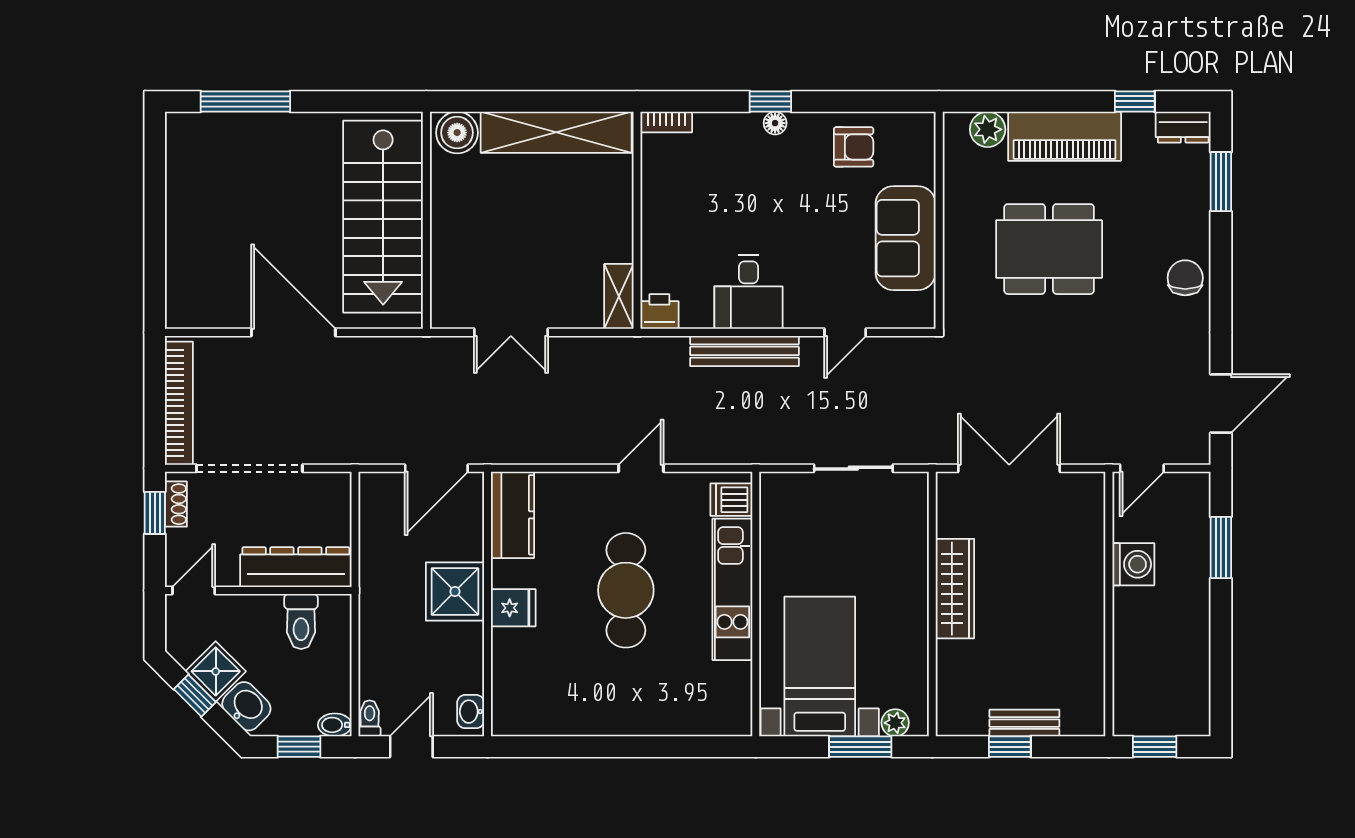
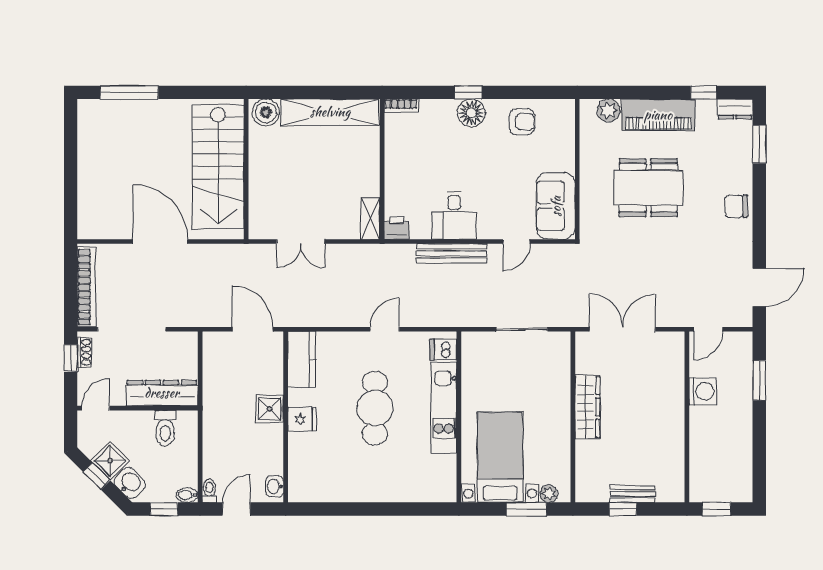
floor lamp: (775, 123) -> (471, 113), width x1.89, depth x1.89
sofa: (906, 238) -> (556, 206), moved
chair: (1185, 278) -> (736, 206), turned -90
door: (436, 468) -> (253, 329), swing flipped
shower: (455, 591) -> (270, 409), width x0.73, depth x0.73

